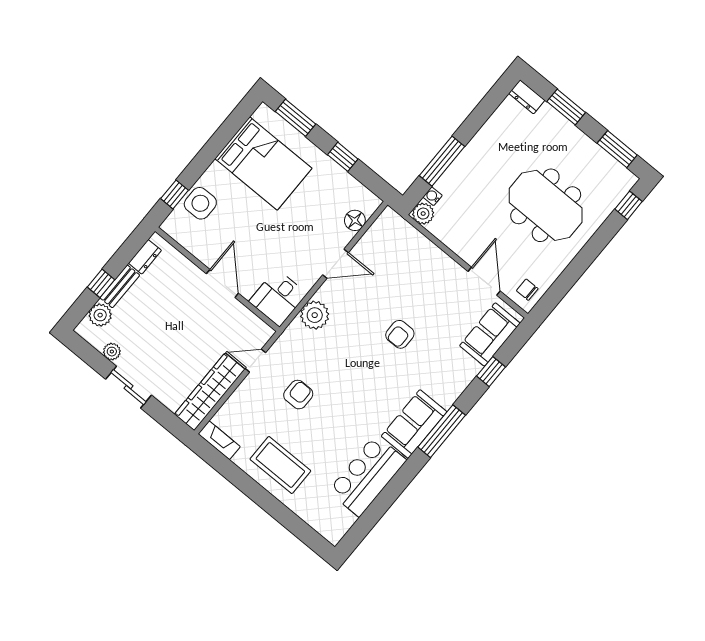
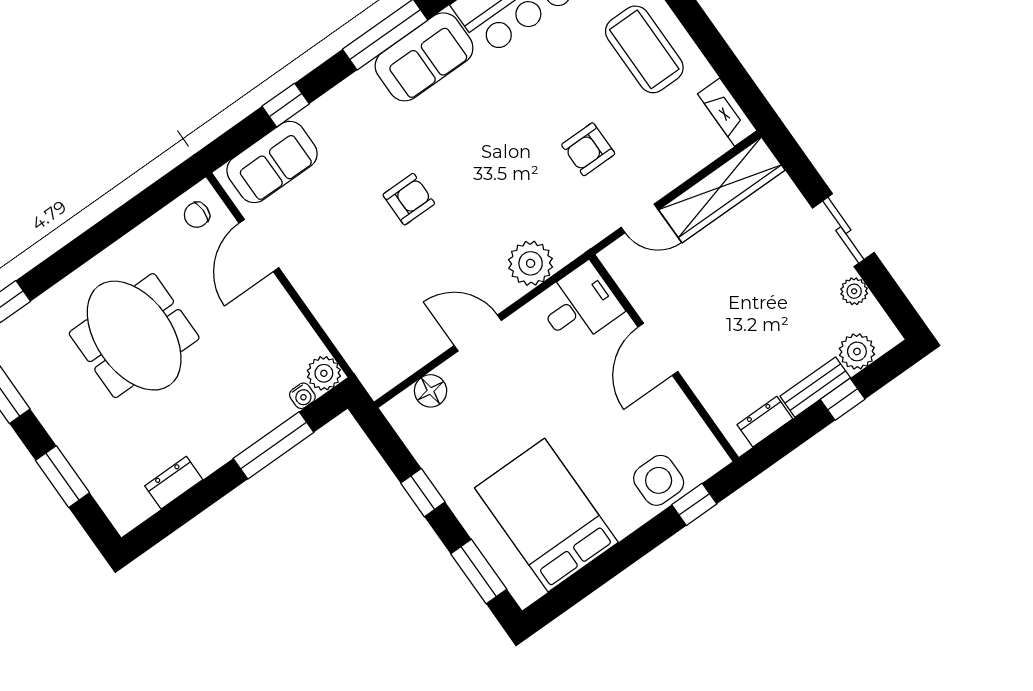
dresser: (527, 97) -> (174, 483), moved, turned -90
chair: (527, 290) -> (197, 215), turned 90

